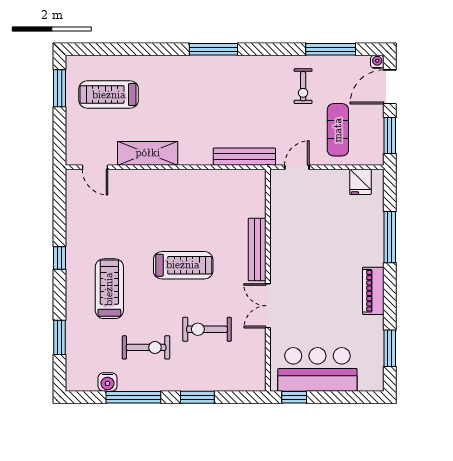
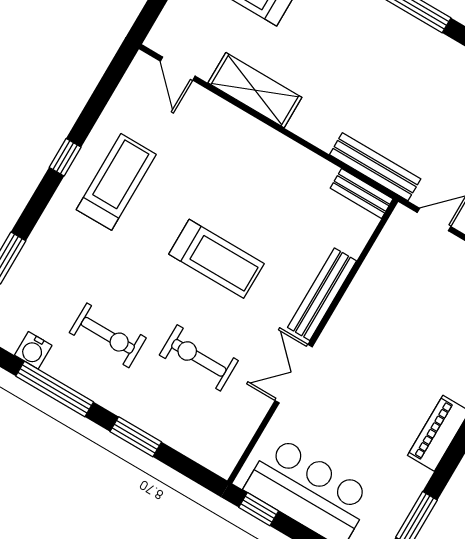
bench: (246, 177) -> (362, 194), added
treadmill: (109, 289) -> (116, 182), moved

